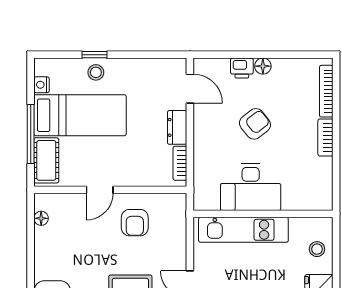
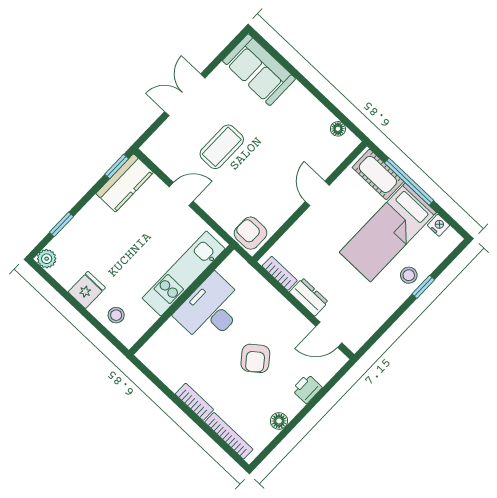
floor lamp: (263, 66) -> (279, 421), moved
armchair: (135, 223) -> (251, 233), moved

